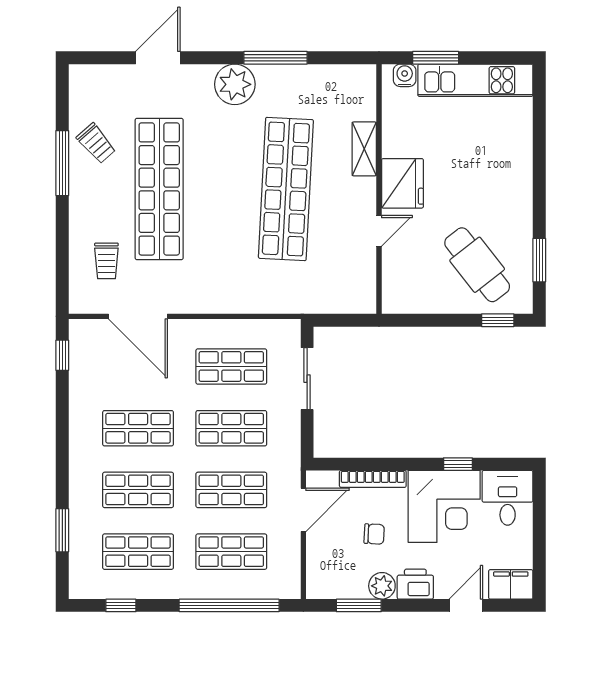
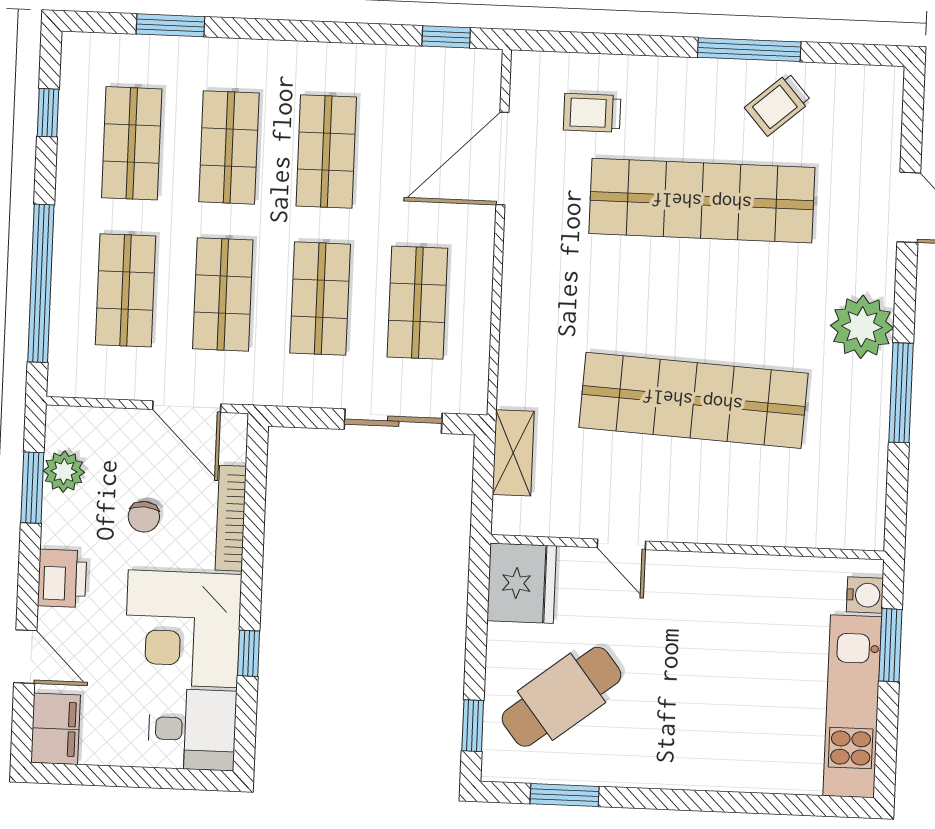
shelving: (364, 149) -> (513, 453), moved, turned 90
fridge: (402, 183) -> (522, 583), moved, turned -90
plant: (382, 586) -> (64, 471), moved

